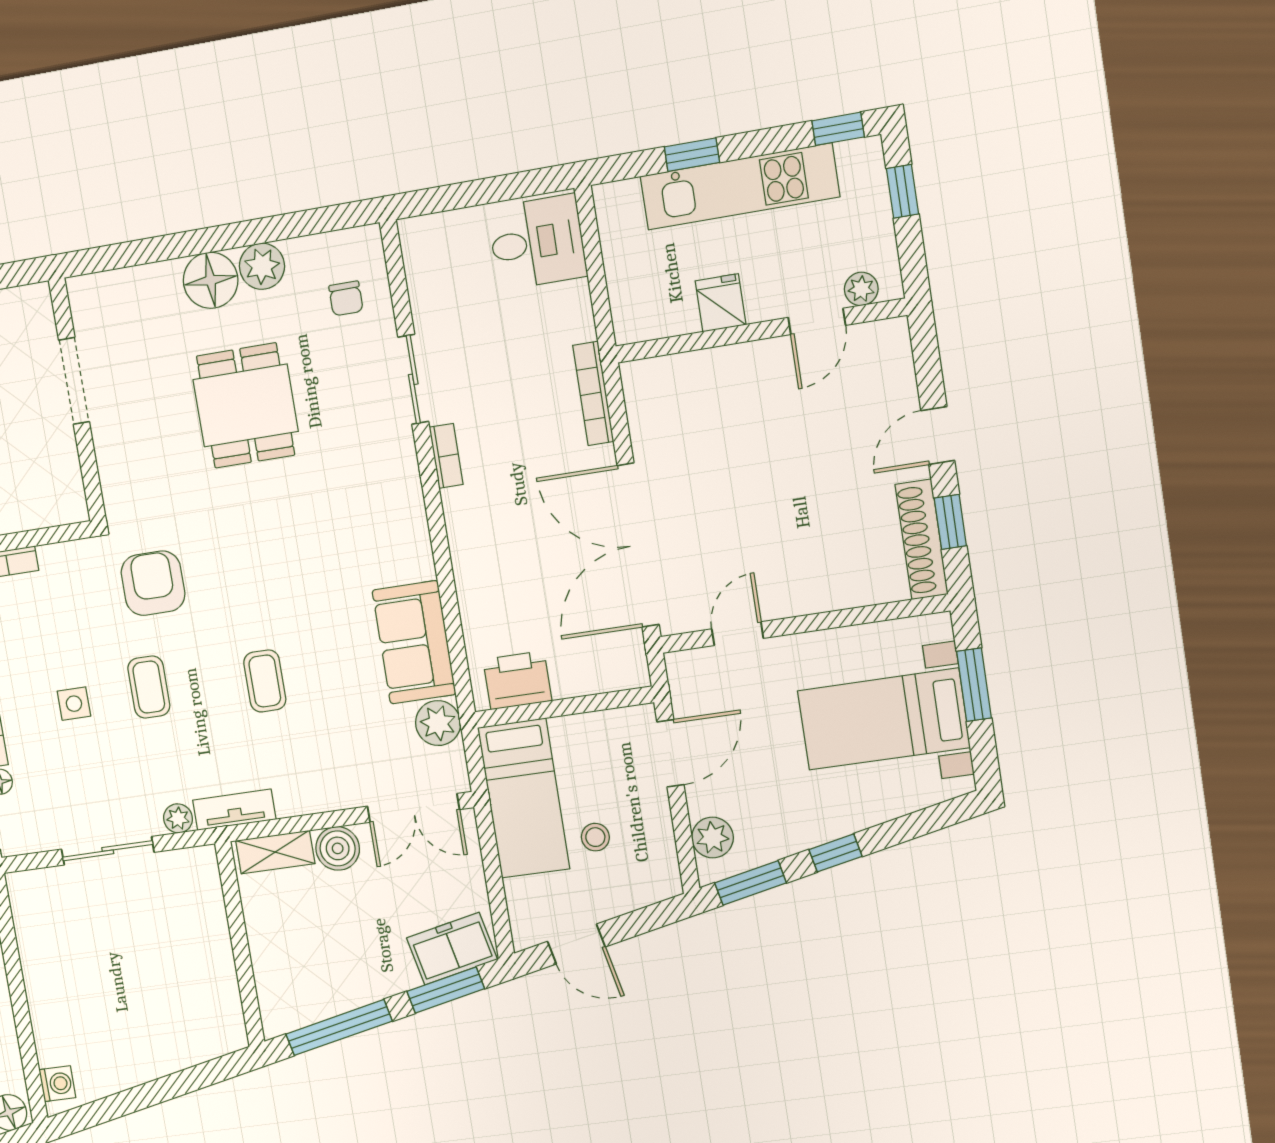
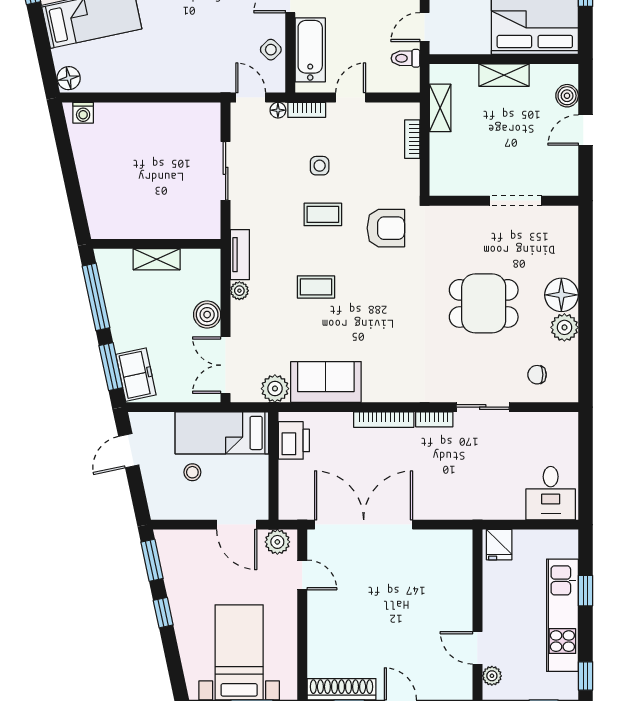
fridge: (721, 303) -> (499, 545), moved, turned 90
bookcase: (593, 393) -> (384, 420), moved, turned 180
plant: (178, 818) -> (239, 291), moved
plant: (712, 838) -> (277, 542), moved
shelving: (275, 852) -> (157, 259), moved, turned 90

